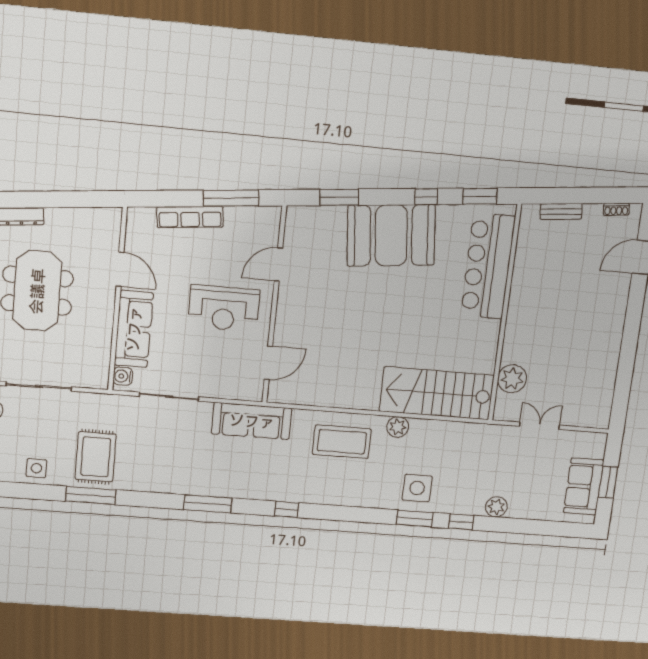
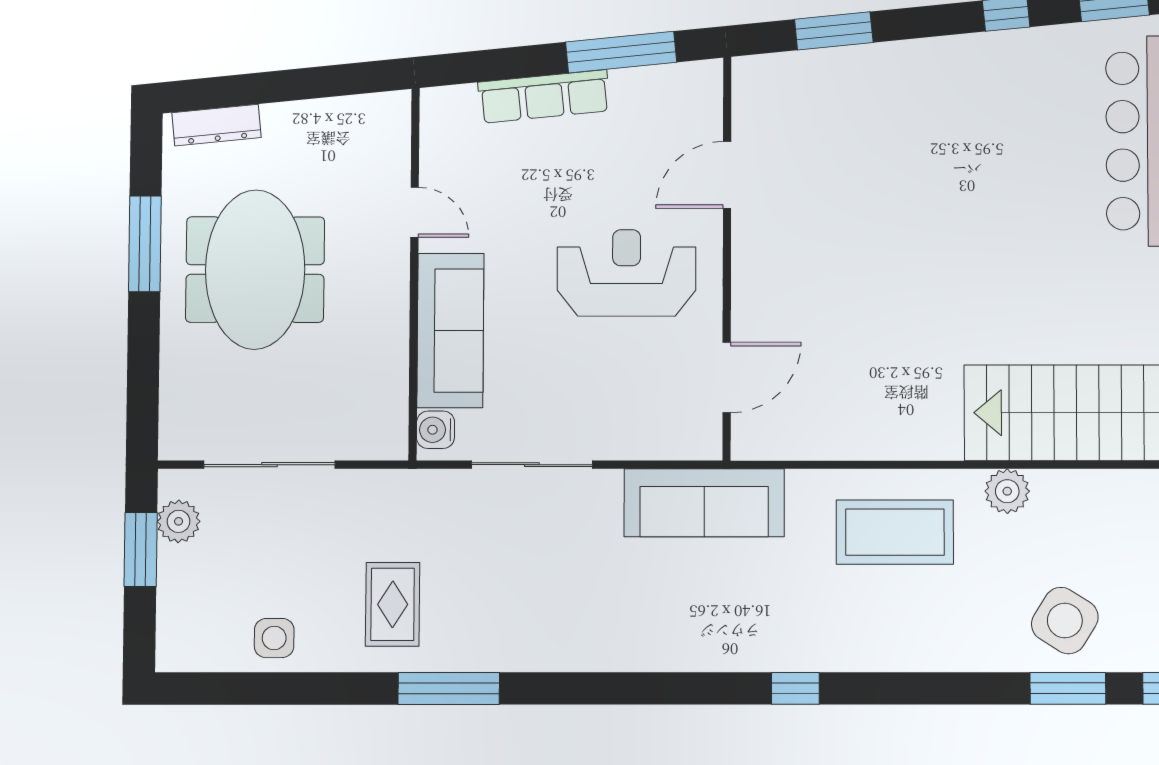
booth: (391, 235) -> (946, 97), removed
door: (120, 269) -> (415, 212), width x0.73
reception desk: (224, 308) -> (626, 273), turned 180
rug: (96, 457) -> (393, 604), width x0.73, depth x0.70
side table: (417, 488) -> (1065, 621), turned 32
window: (91, 495) -> (449, 688), moved
window: (208, 504) -> (630, 688), removed

